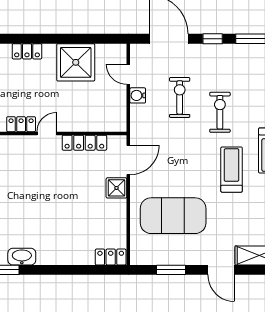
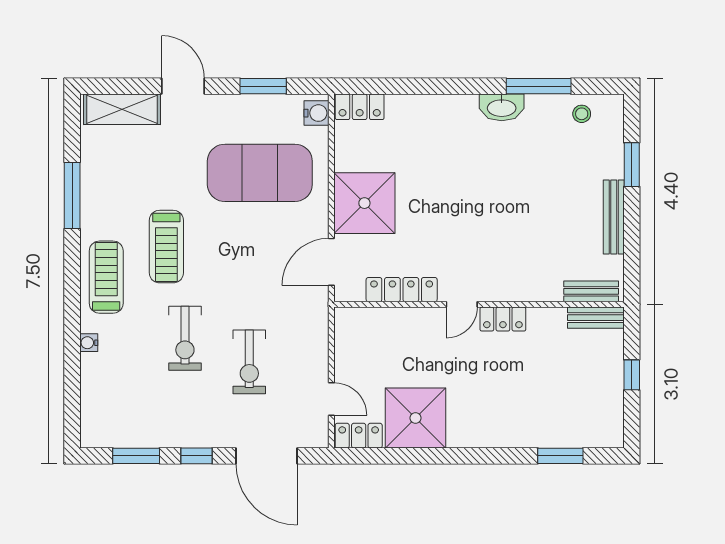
locker: (27, 51) -> (359, 436), moved
water cooler: (138, 95) -> (316, 113), moved
shower: (116, 188) -> (364, 203), width x1.86, depth x1.86

